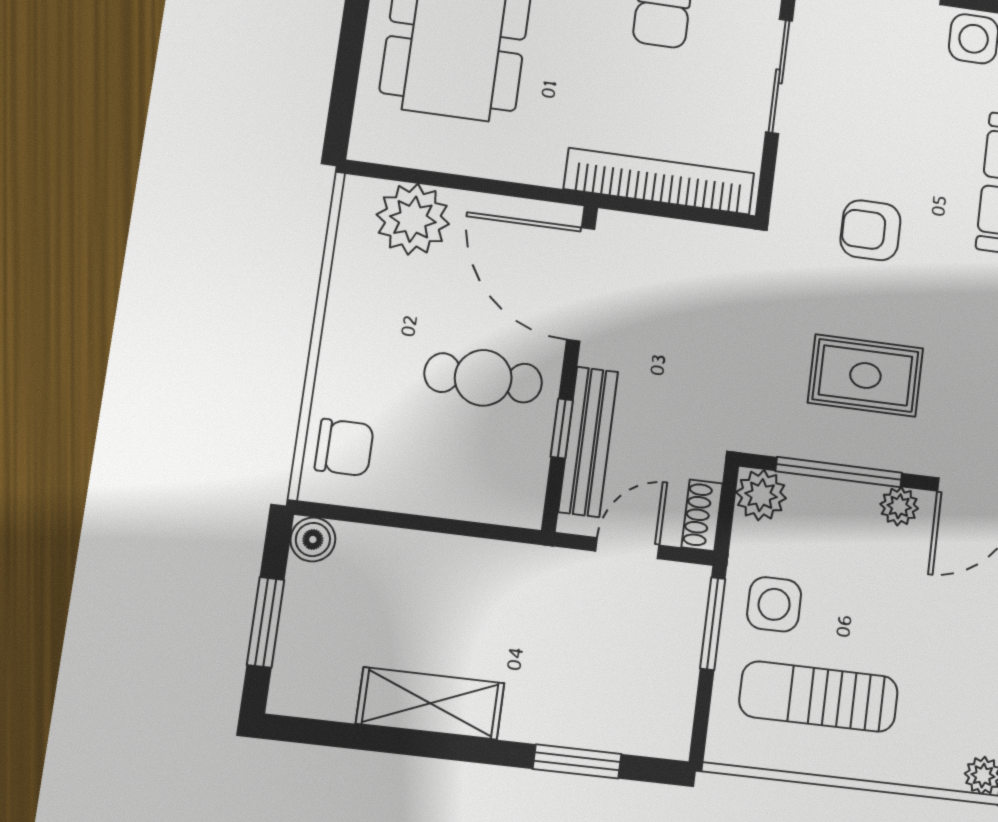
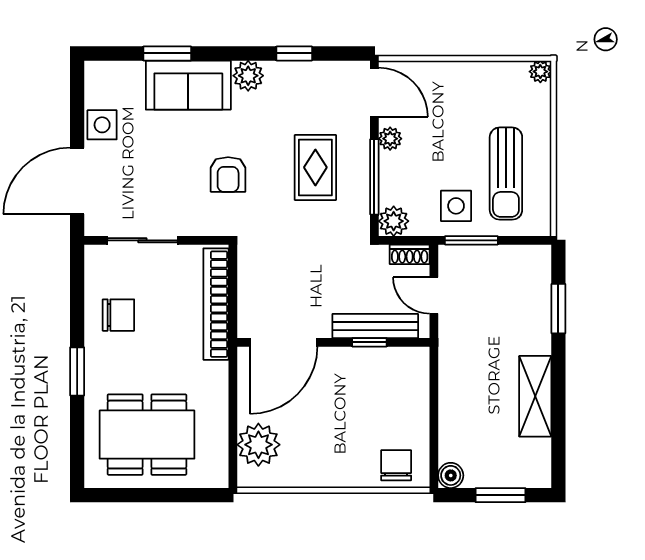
cafe table: (483, 378) -> (346, 392), removed

